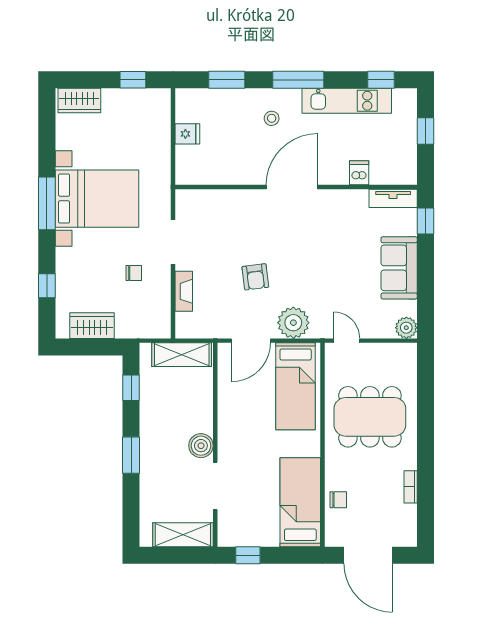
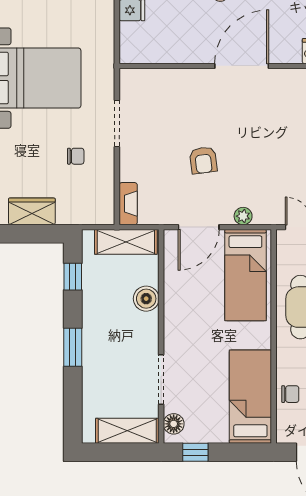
fireplace: (184, 291) -> (128, 204), moved
plant: (293, 323) -> (243, 216), width x0.53, depth x0.53
boiler: (201, 446) -> (146, 299), moved
floor lamp: (227, 528) -> (174, 424), added

